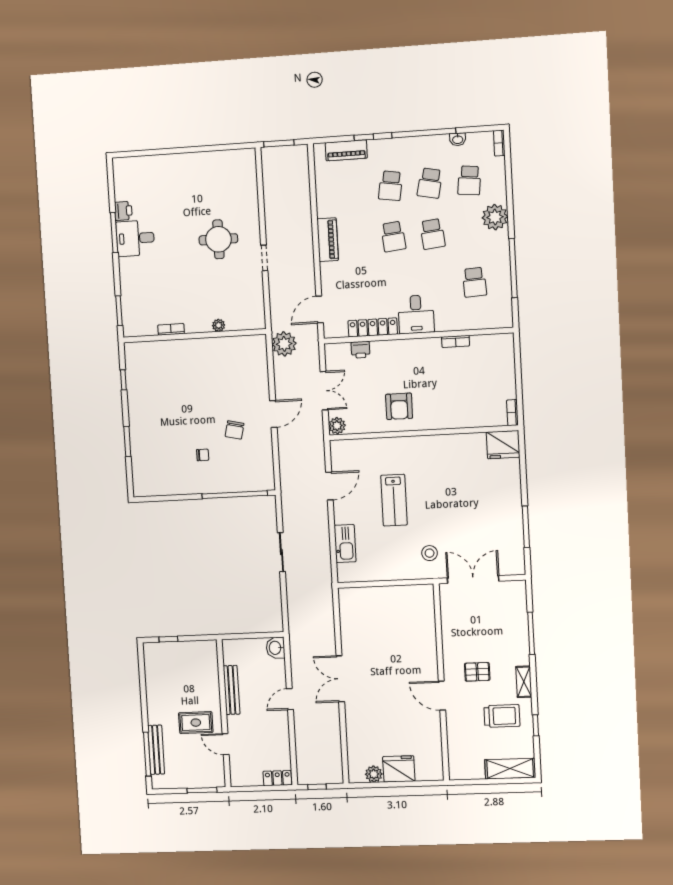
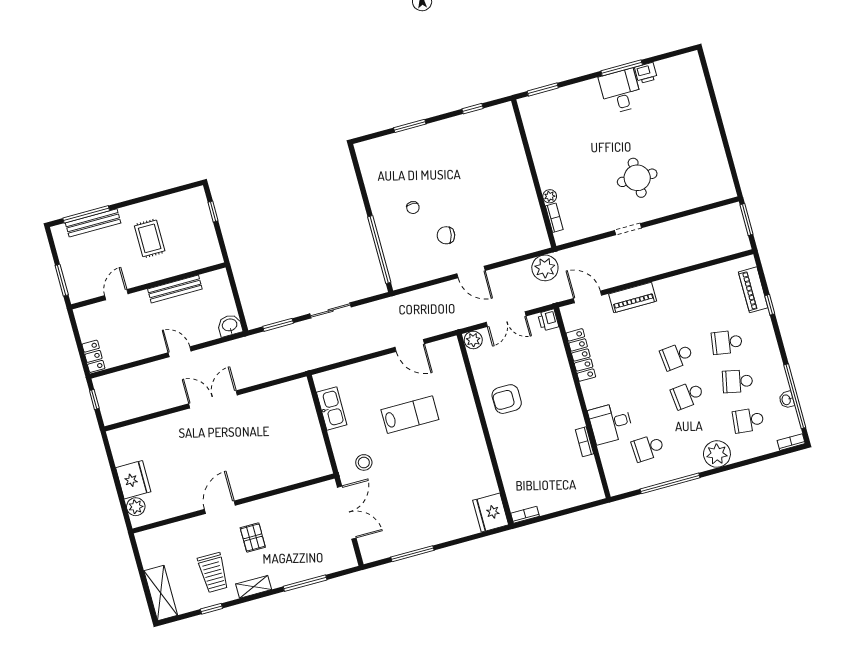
window: (424, 133) -> (795, 396), moved
piano: (328, 240) -> (633, 297), moved
desk: (416, 314) -> (611, 423), moved
bookcase: (171, 329) -> (554, 218), moved
printer: (361, 350) -> (548, 320), moved
lab bench: (394, 500) -> (410, 415), turned 180
kitchen sink: (345, 544) -> (332, 408), moved, turned -90
window: (284, 603) -> (278, 325), added
rug: (196, 723) -> (150, 238), moved
plant: (374, 774) -> (136, 507), moved

